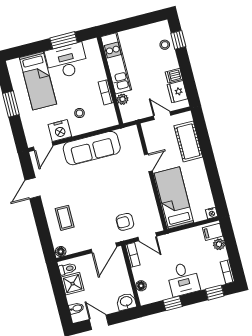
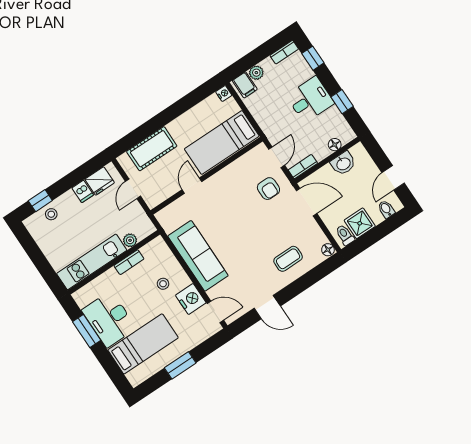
door: (148, 163) -> (192, 186), hinge flipped
washbasin: (126, 302) -> (343, 163), moved, turned -90

